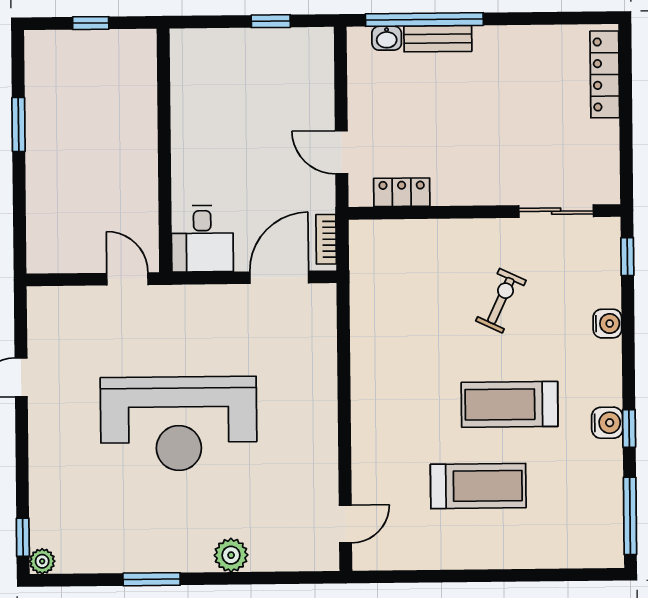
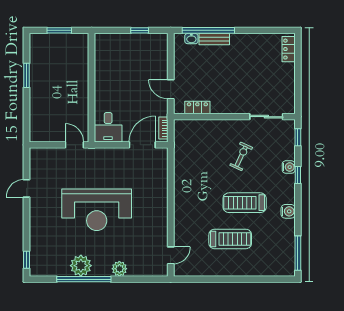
window: (91, 23) -> (59, 30), width x1.50
locker: (605, 74) -> (289, 49), width x0.66
window: (629, 428) -> (298, 175), moved
plant: (42, 561) -> (81, 266), moved, width x1.87, depth x1.87
window: (152, 579) -> (84, 279), width x2.11

